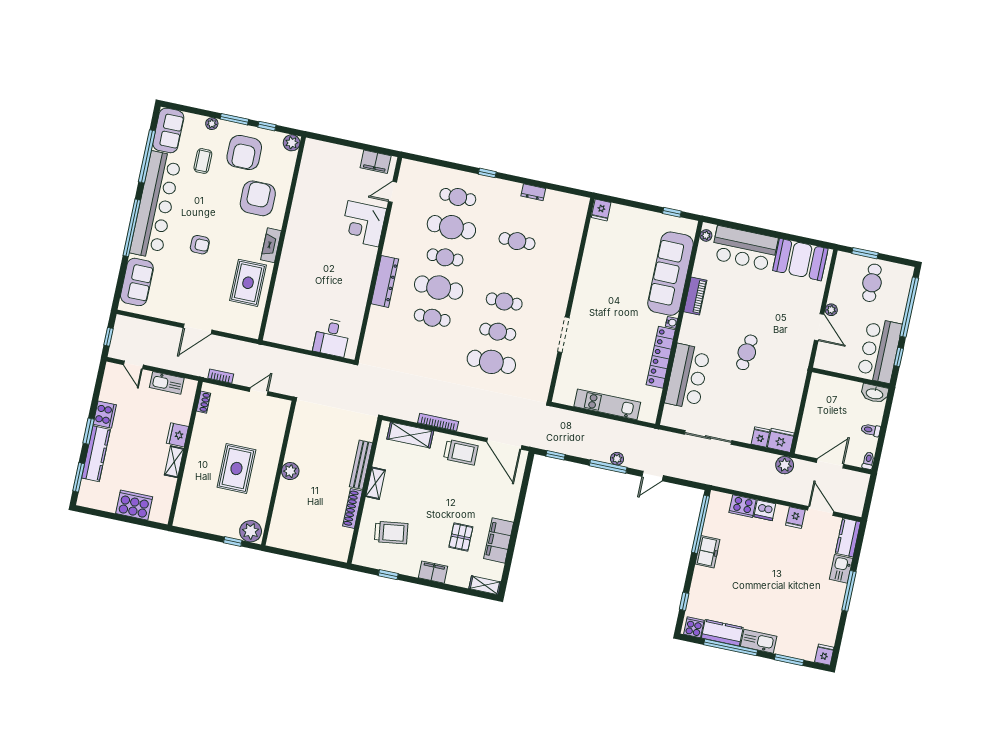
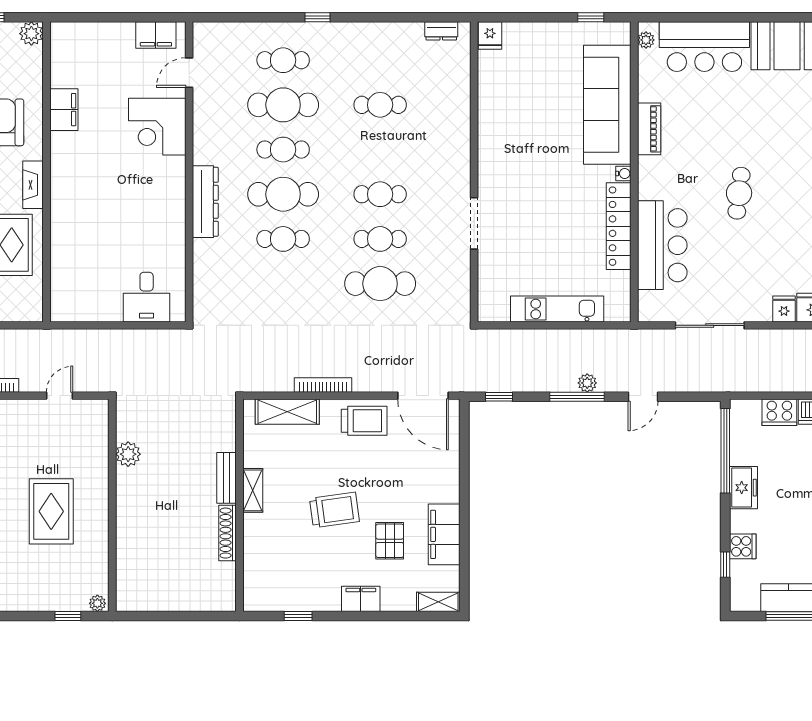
dresser: (533, 192) -> (441, 31), moved
filing cabinet: (303, 199) -> (64, 110), added
bench: (361, 465) -> (226, 478), width x0.73
plant: (290, 471) -> (128, 454), moved
plant: (251, 531) -> (97, 603), width x0.53, depth x0.53
trolley: (391, 533) -> (334, 510), moved
cooker: (694, 627) -> (743, 546), moved, turned 90

